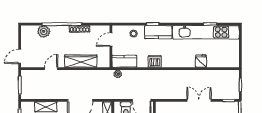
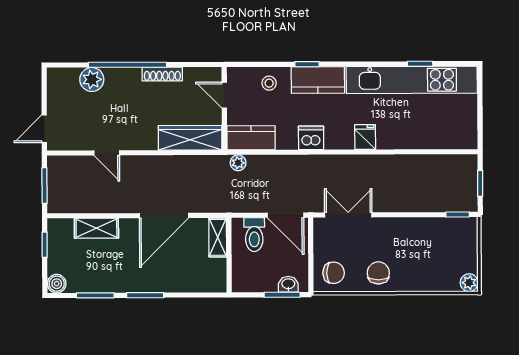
door: (111, 40) -> (224, 95), hinge flipped
wardrobe: (81, 61) -> (190, 138), moved
fridge: (201, 61) -> (365, 137), moved
door: (51, 69) -> (107, 153), swing flipped
double door: (199, 100) -> (348, 215), moved

